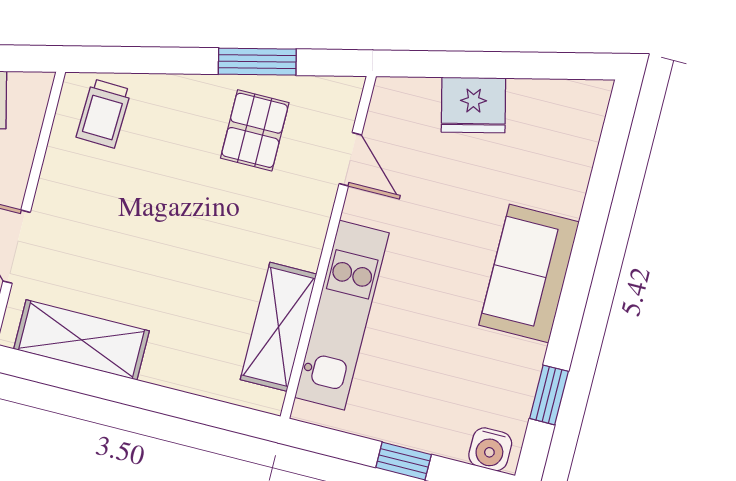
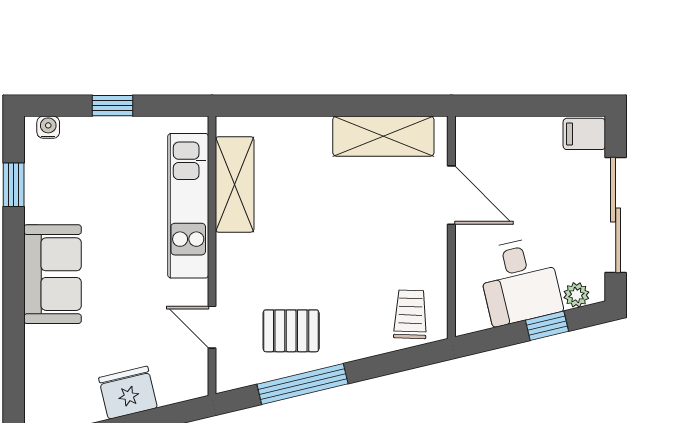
window: (257, 62) -> (302, 384), width x1.44
pallet: (255, 130) -> (291, 331), turned 90
water cooler: (490, 449) -> (48, 127), width x0.72, depth x0.72

